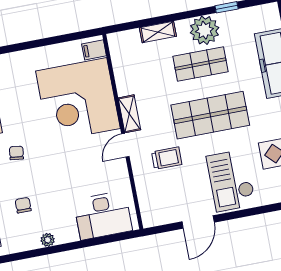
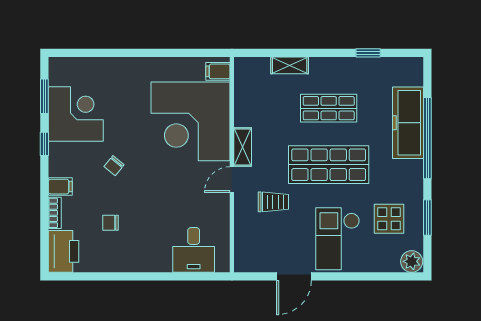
plant: (204, 30) -> (340, 73), removed
chair: (16, 153) -> (114, 166), turned -148
chair: (23, 205) -> (111, 223), turned -90
desk: (103, 215) -> (194, 250), width x0.73
plant: (48, 240) -> (130, 265), removed

